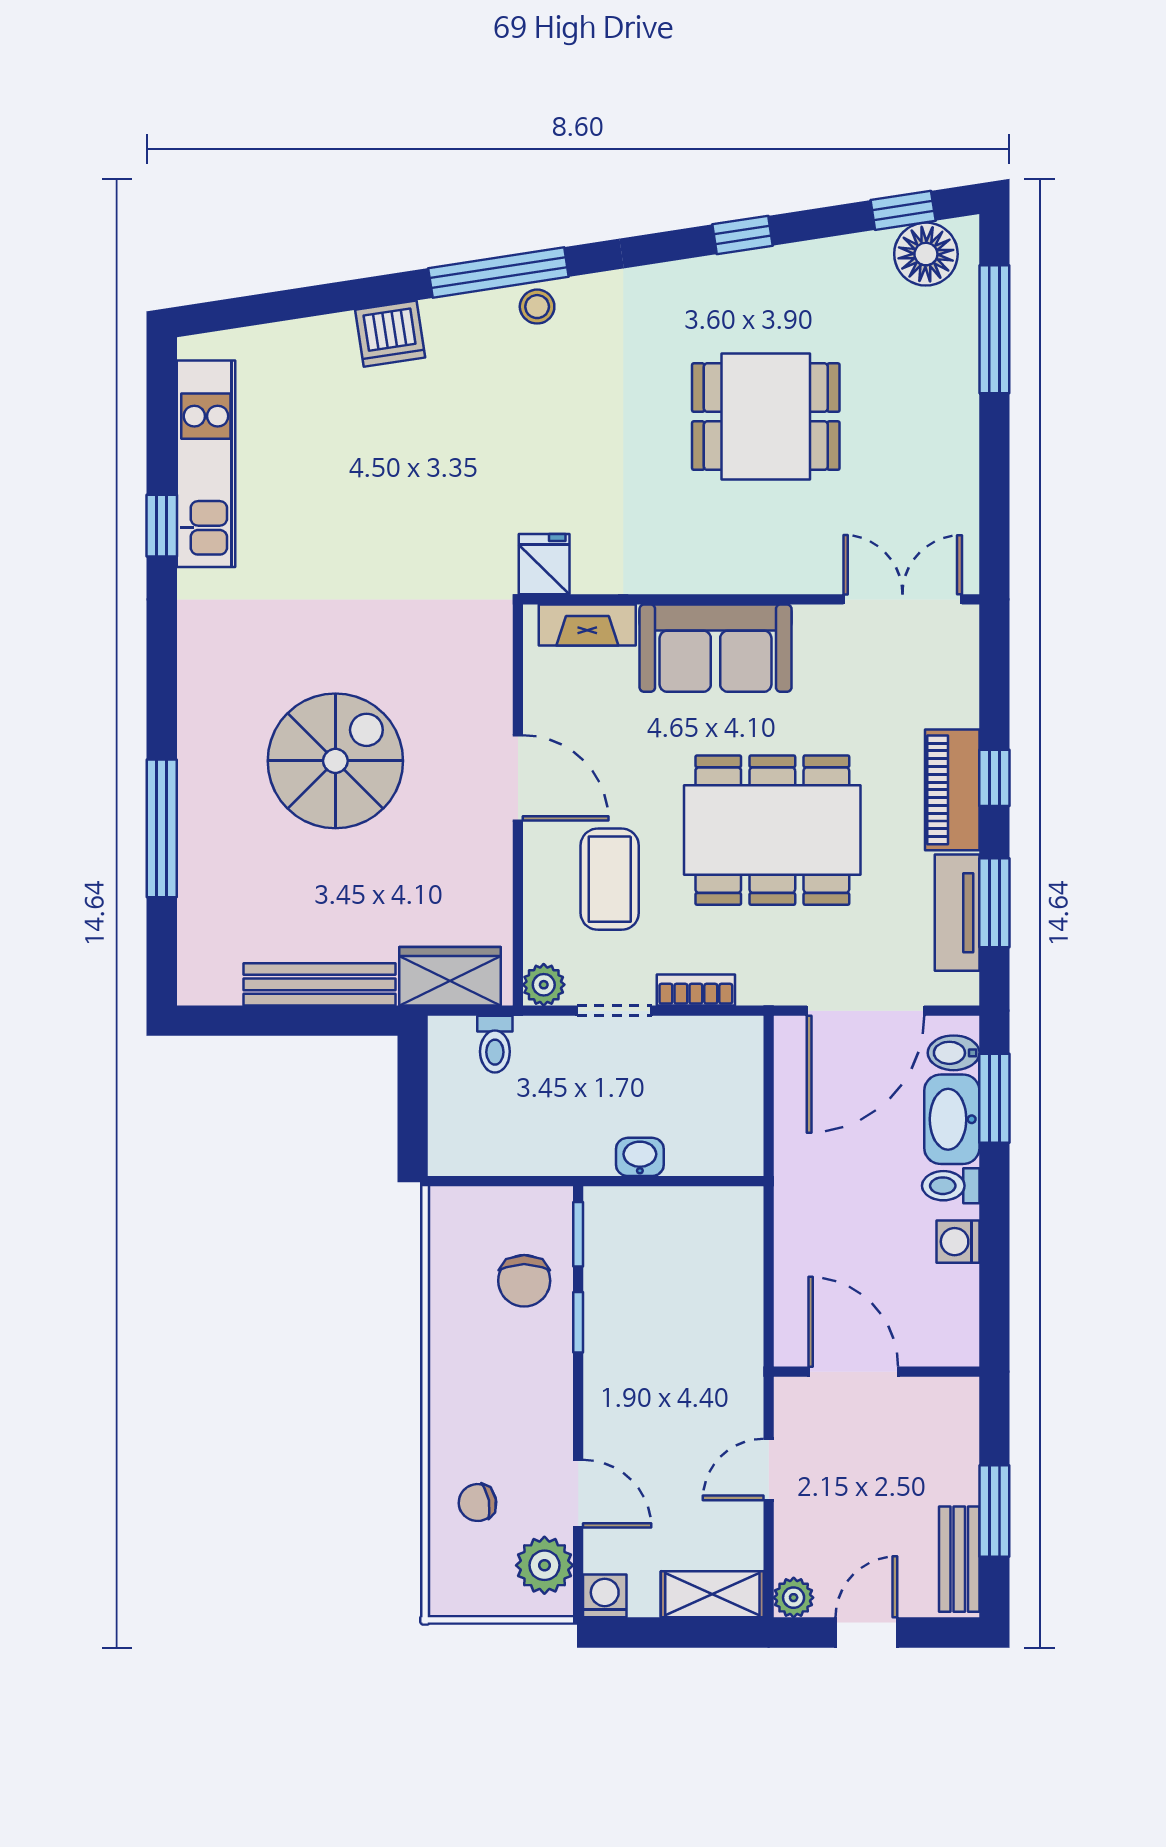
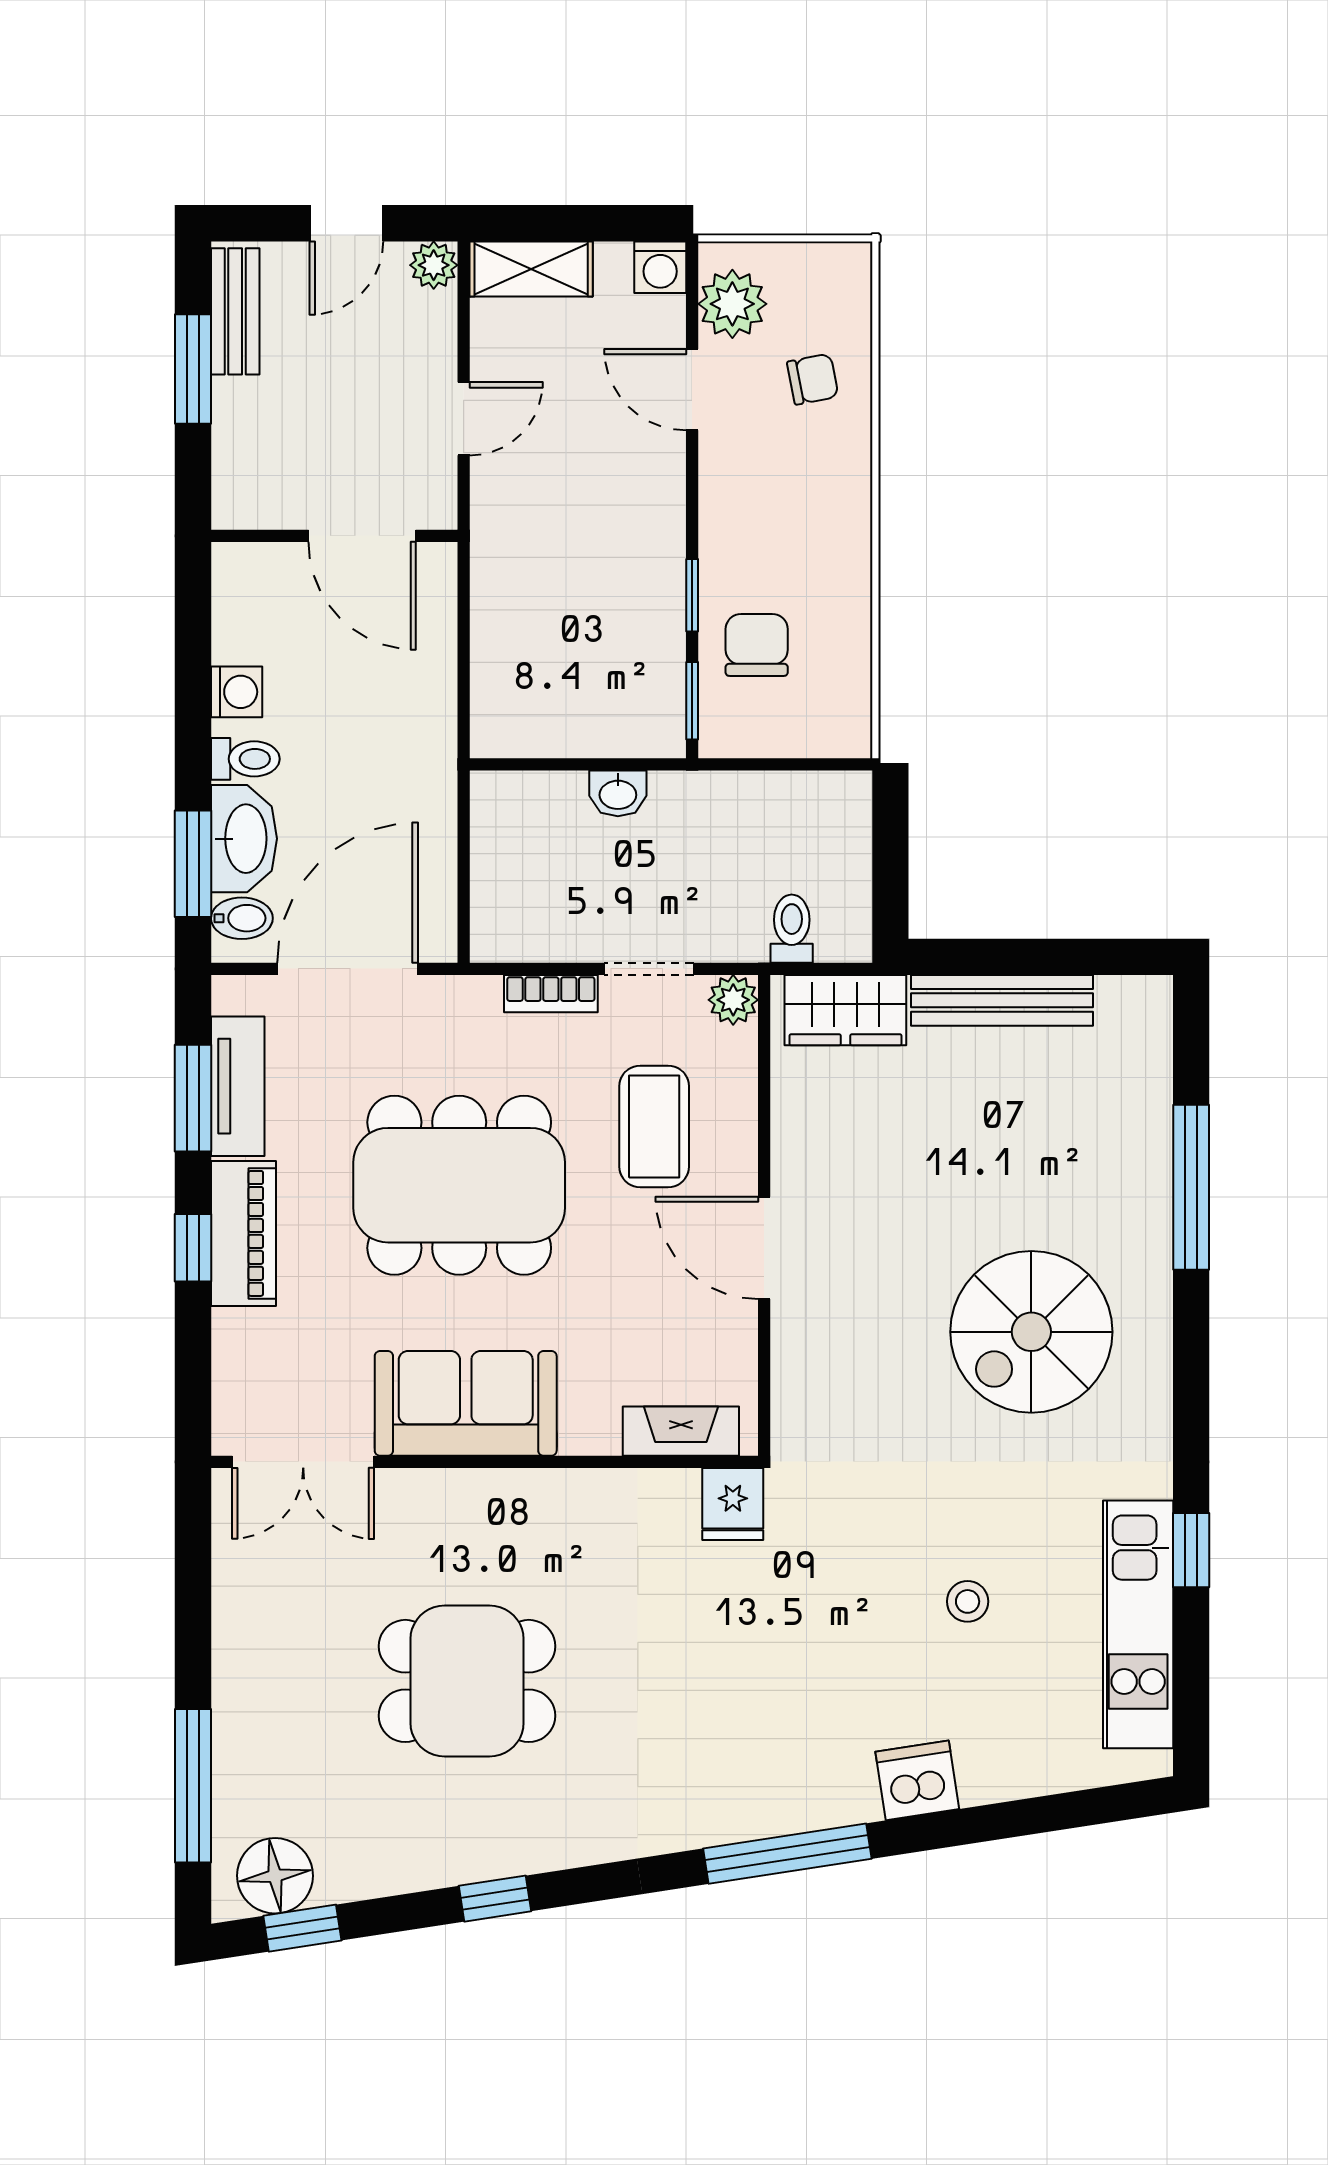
stool: (537, 307) -> (968, 1601), moved
sofa: (716, 648) -> (466, 1403), moved
spiral stairs: (335, 761) -> (1031, 1332), moved

